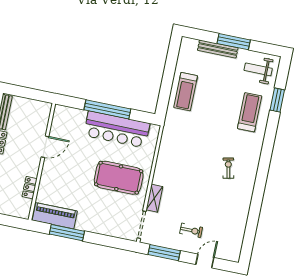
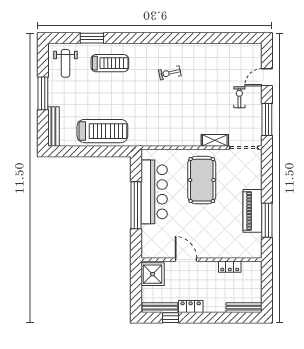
bench: (218, 49) -> (53, 126), moved
treadmill: (186, 92) -> (102, 131), width x1.37, depth x1.38
shower: (38, 112) -> (153, 274), added
treadmill: (250, 112) -> (110, 63), turned 180
piano: (55, 216) -> (253, 211), moved
door: (205, 261) -> (267, 77), hinge flipped

